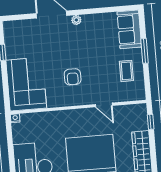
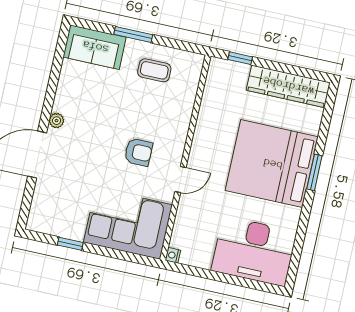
door: (104, 105) -> (181, 180), moved

